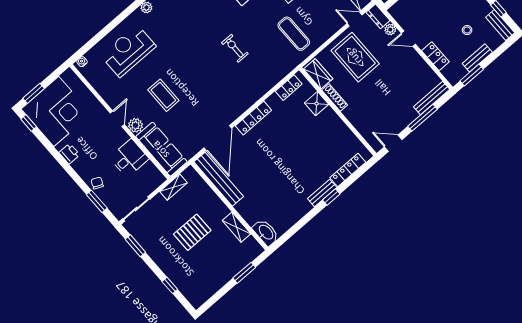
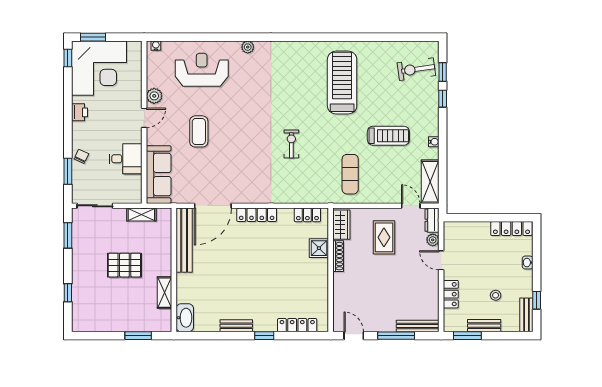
rug: (355, 57) -> (384, 237), width x0.73, depth x0.70
plant: (135, 125) -> (154, 96), moved
bench: (322, 193) -> (236, 326), moved

